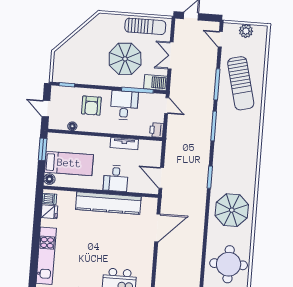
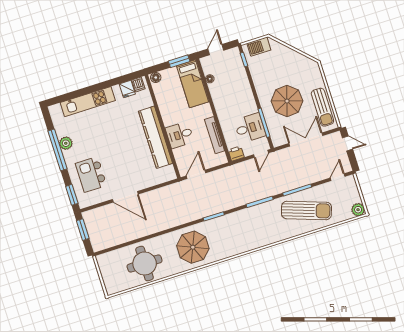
plant: (246, 31) -> (358, 210), moved
double door: (171, 56) -> (306, 140), width x1.37
barbecue: (155, 82) -> (259, 47), moved, turned 90
sun lounger: (241, 83) -> (306, 210), turned -147
desk: (124, 105) -> (250, 128), moved
armchair: (91, 106) -> (234, 88), removed
tv unit: (124, 144) -> (215, 135), width x1.41
bed: (69, 163) -> (192, 84), moved
door: (157, 228) -> (125, 197), moved

